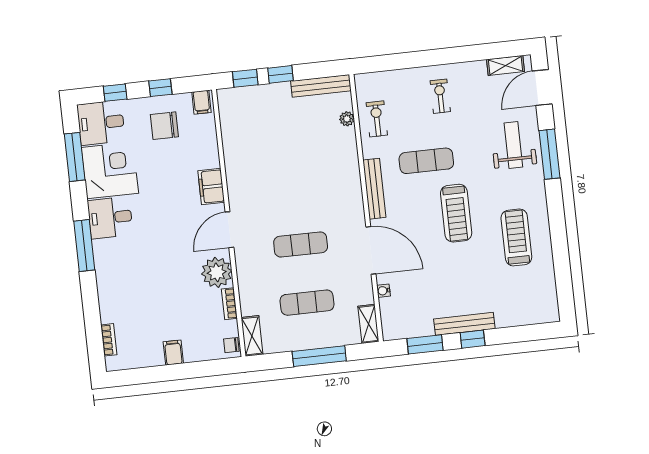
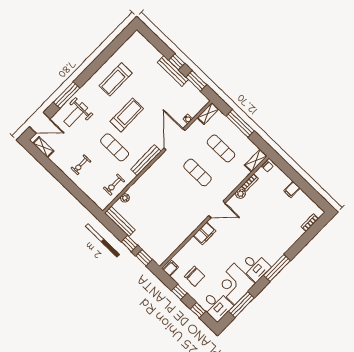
plant: (217, 272) -> (240, 194), width x0.53, depth x0.53

